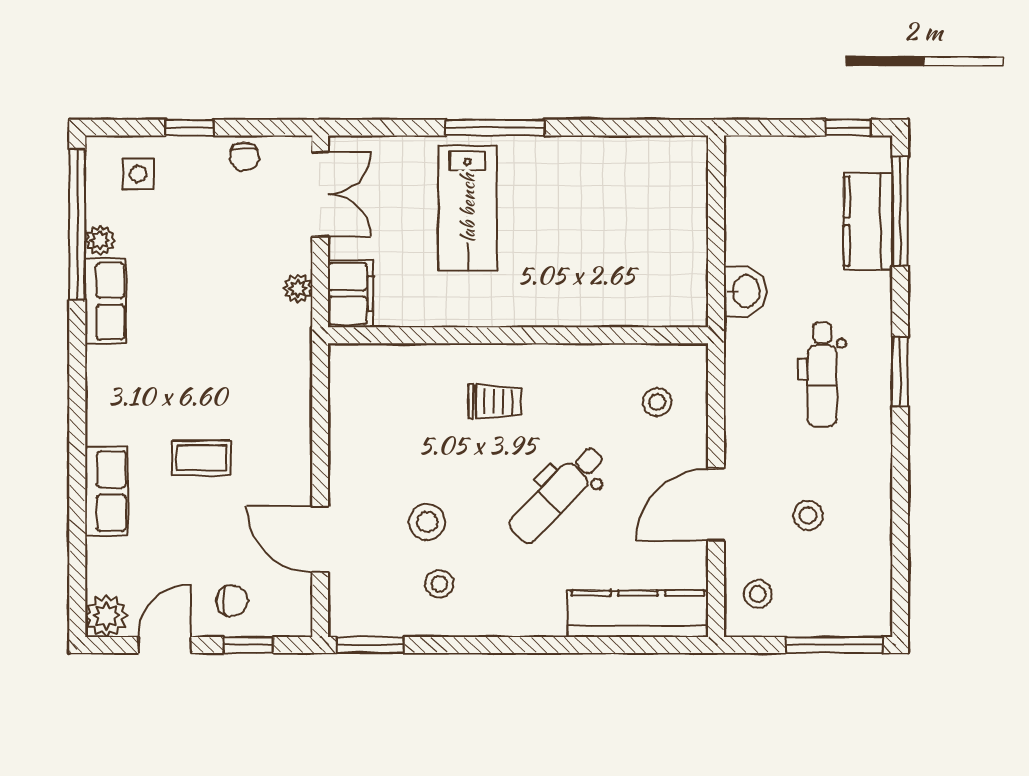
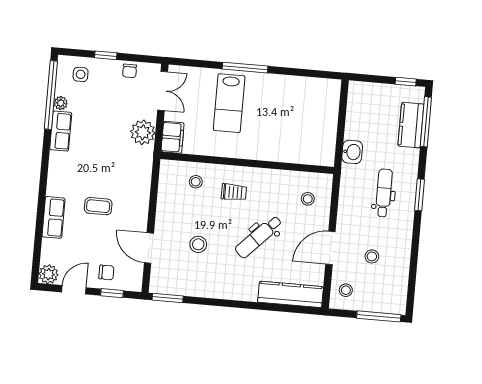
plant: (298, 288) -> (143, 132), width x1.87, depth x1.87
dental chair: (822, 375) -> (384, 193), turned 180
stool: (439, 584) -> (196, 182), moved

